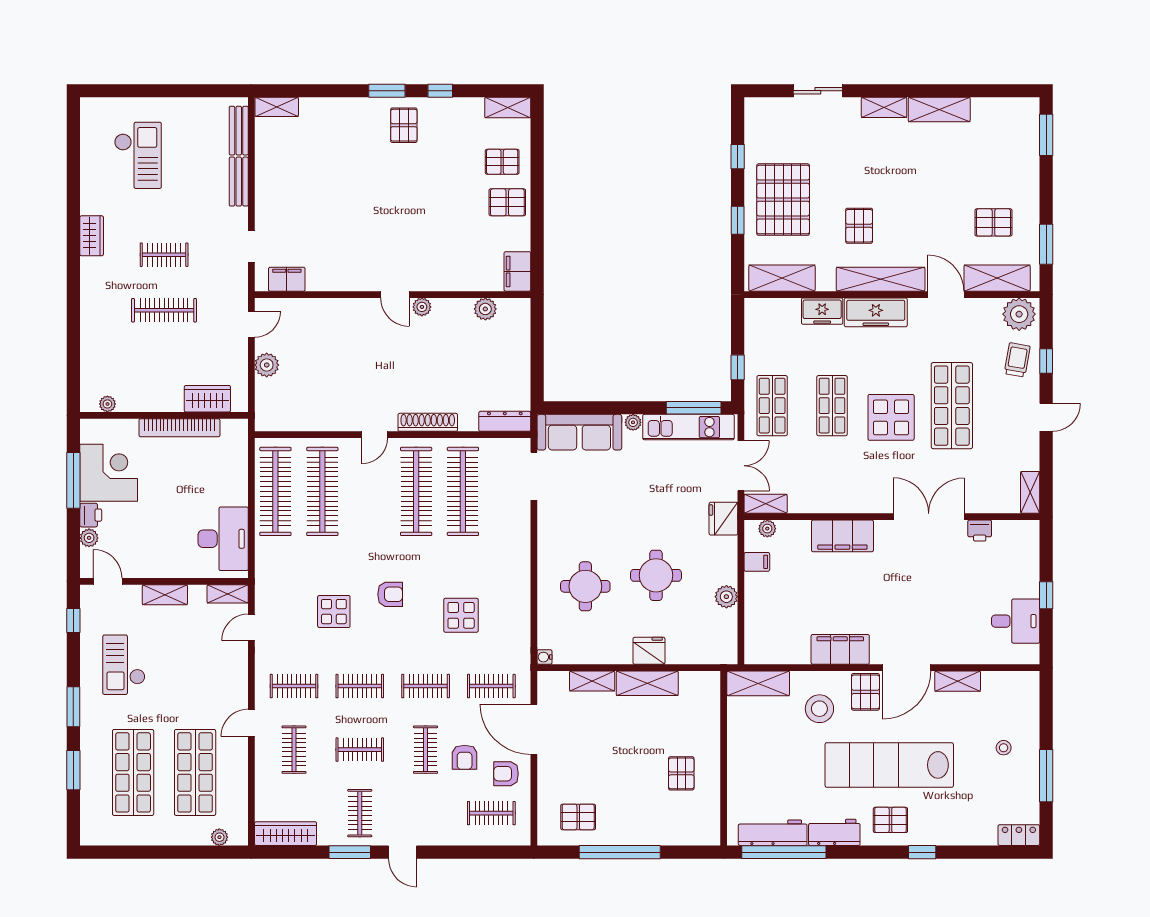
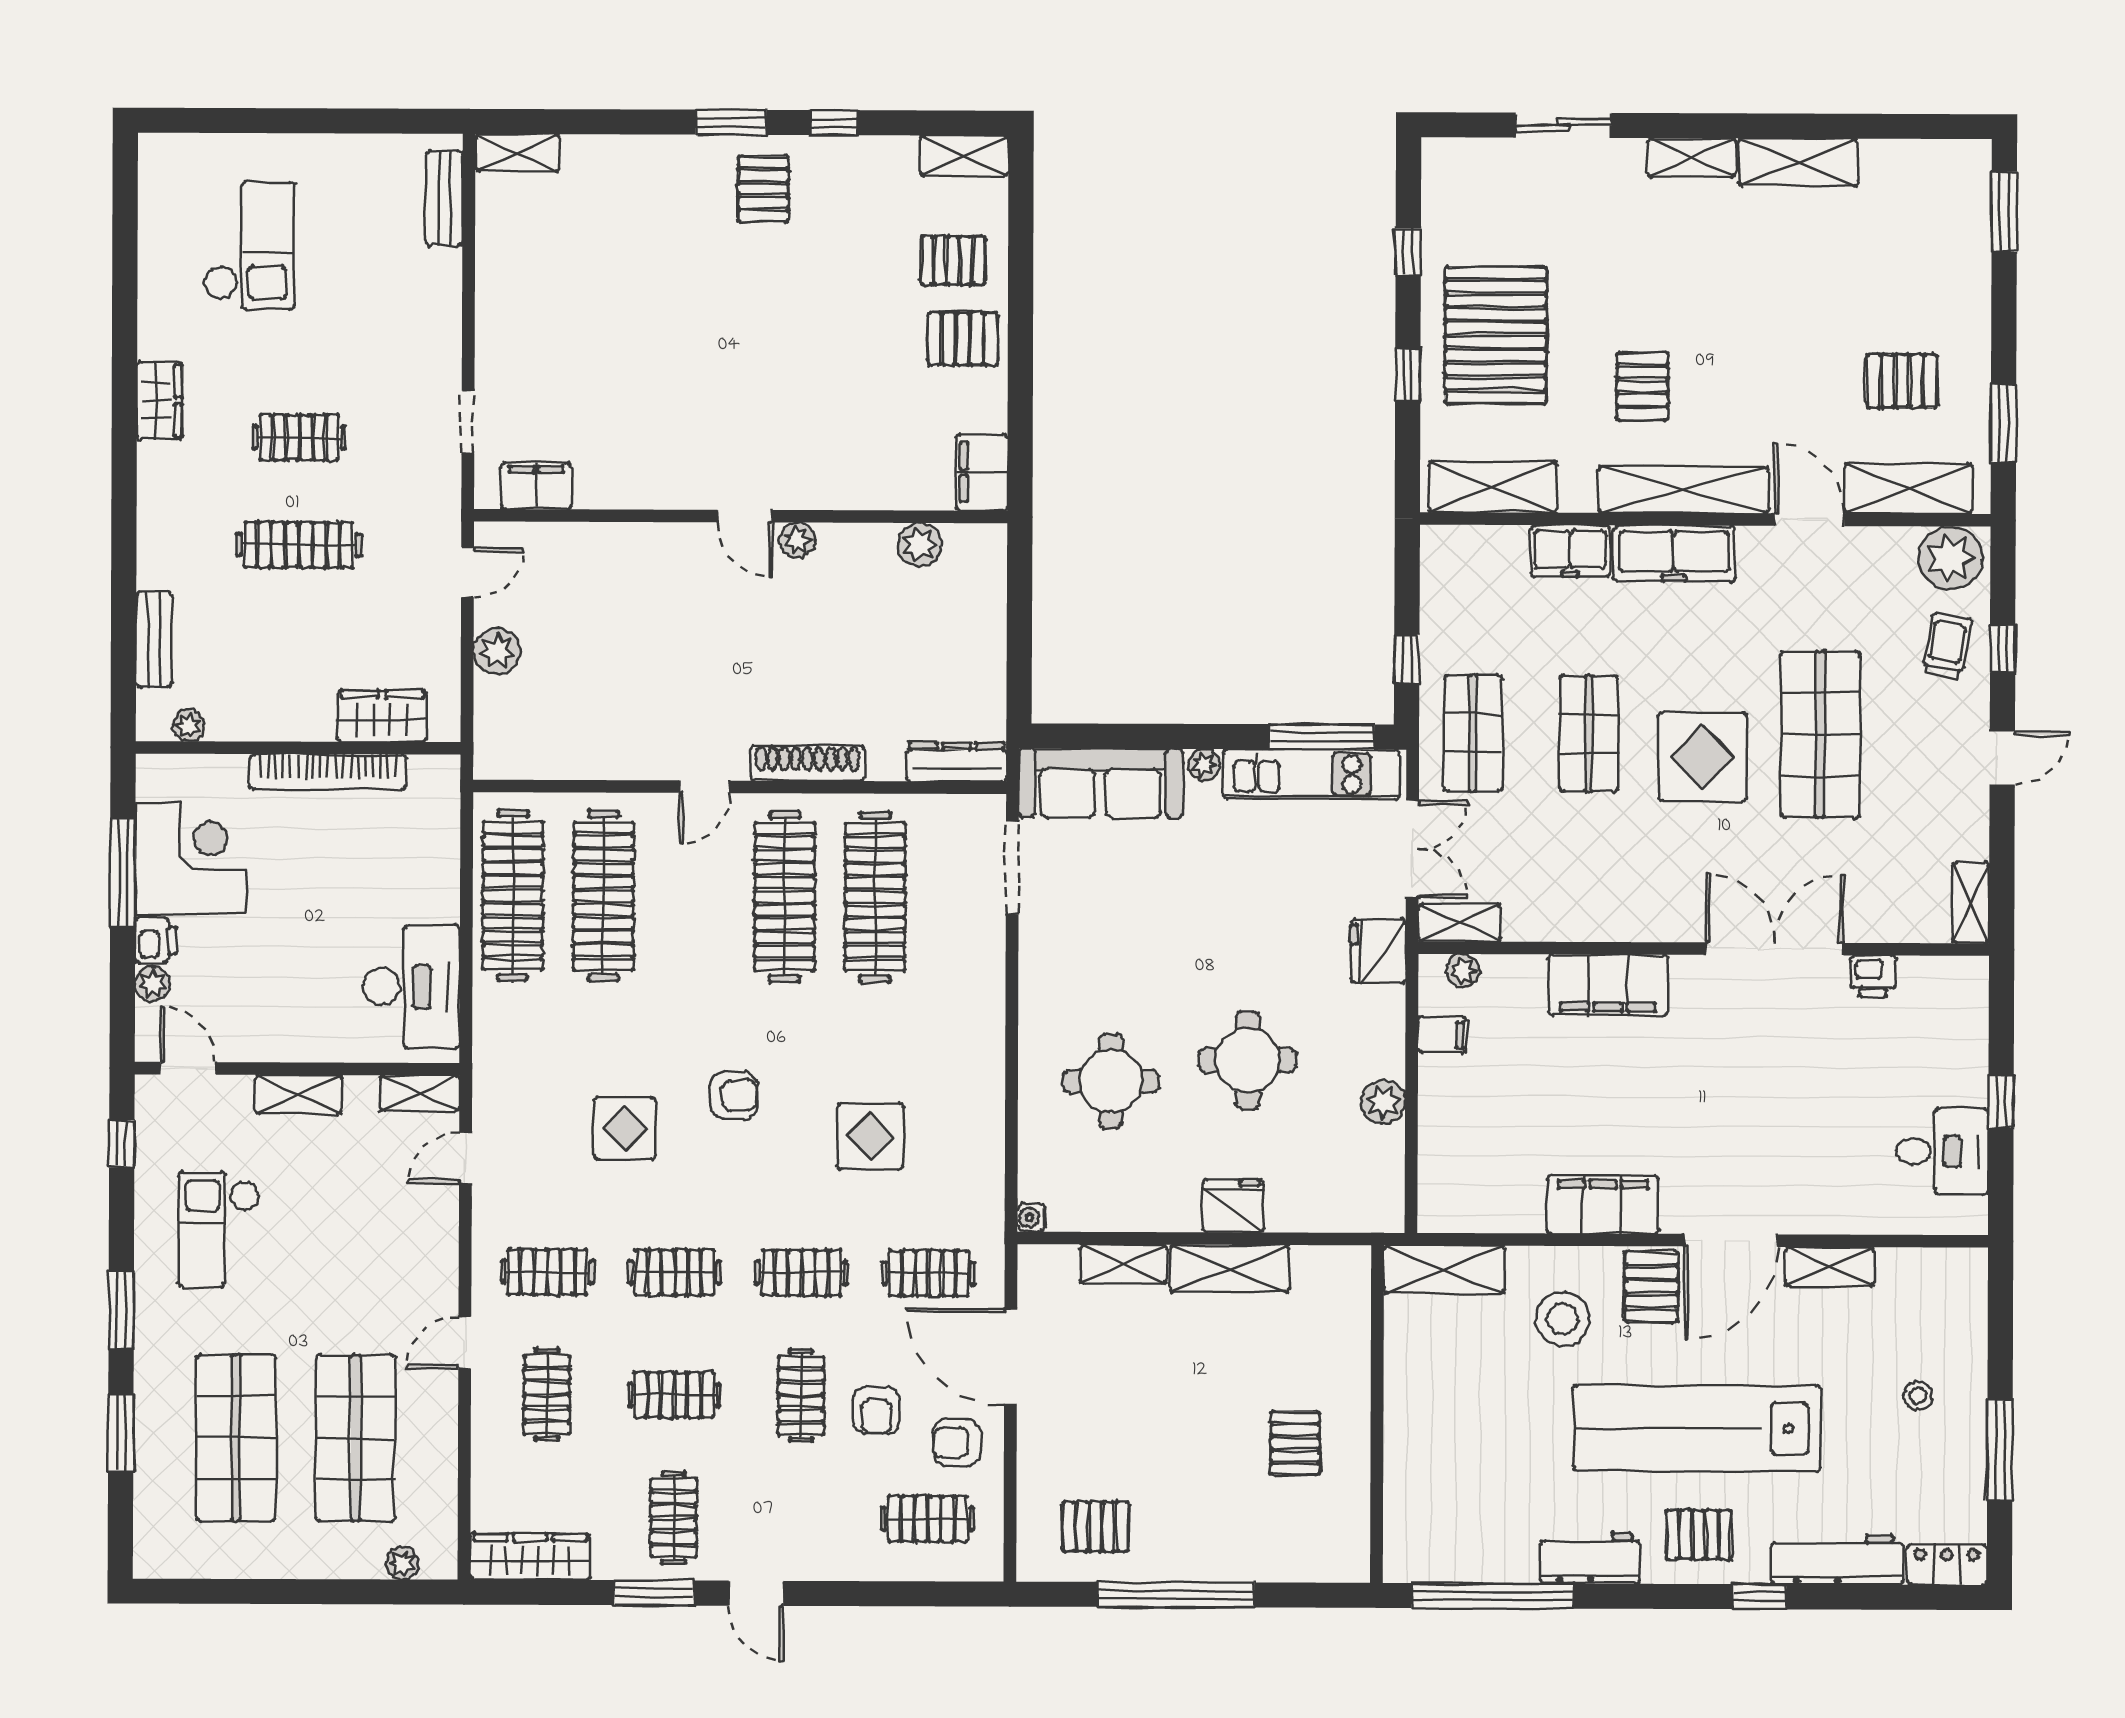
bench: (239, 182) -> (154, 639), moved
workbench: (773, 833) -> (1837, 1560), moved

